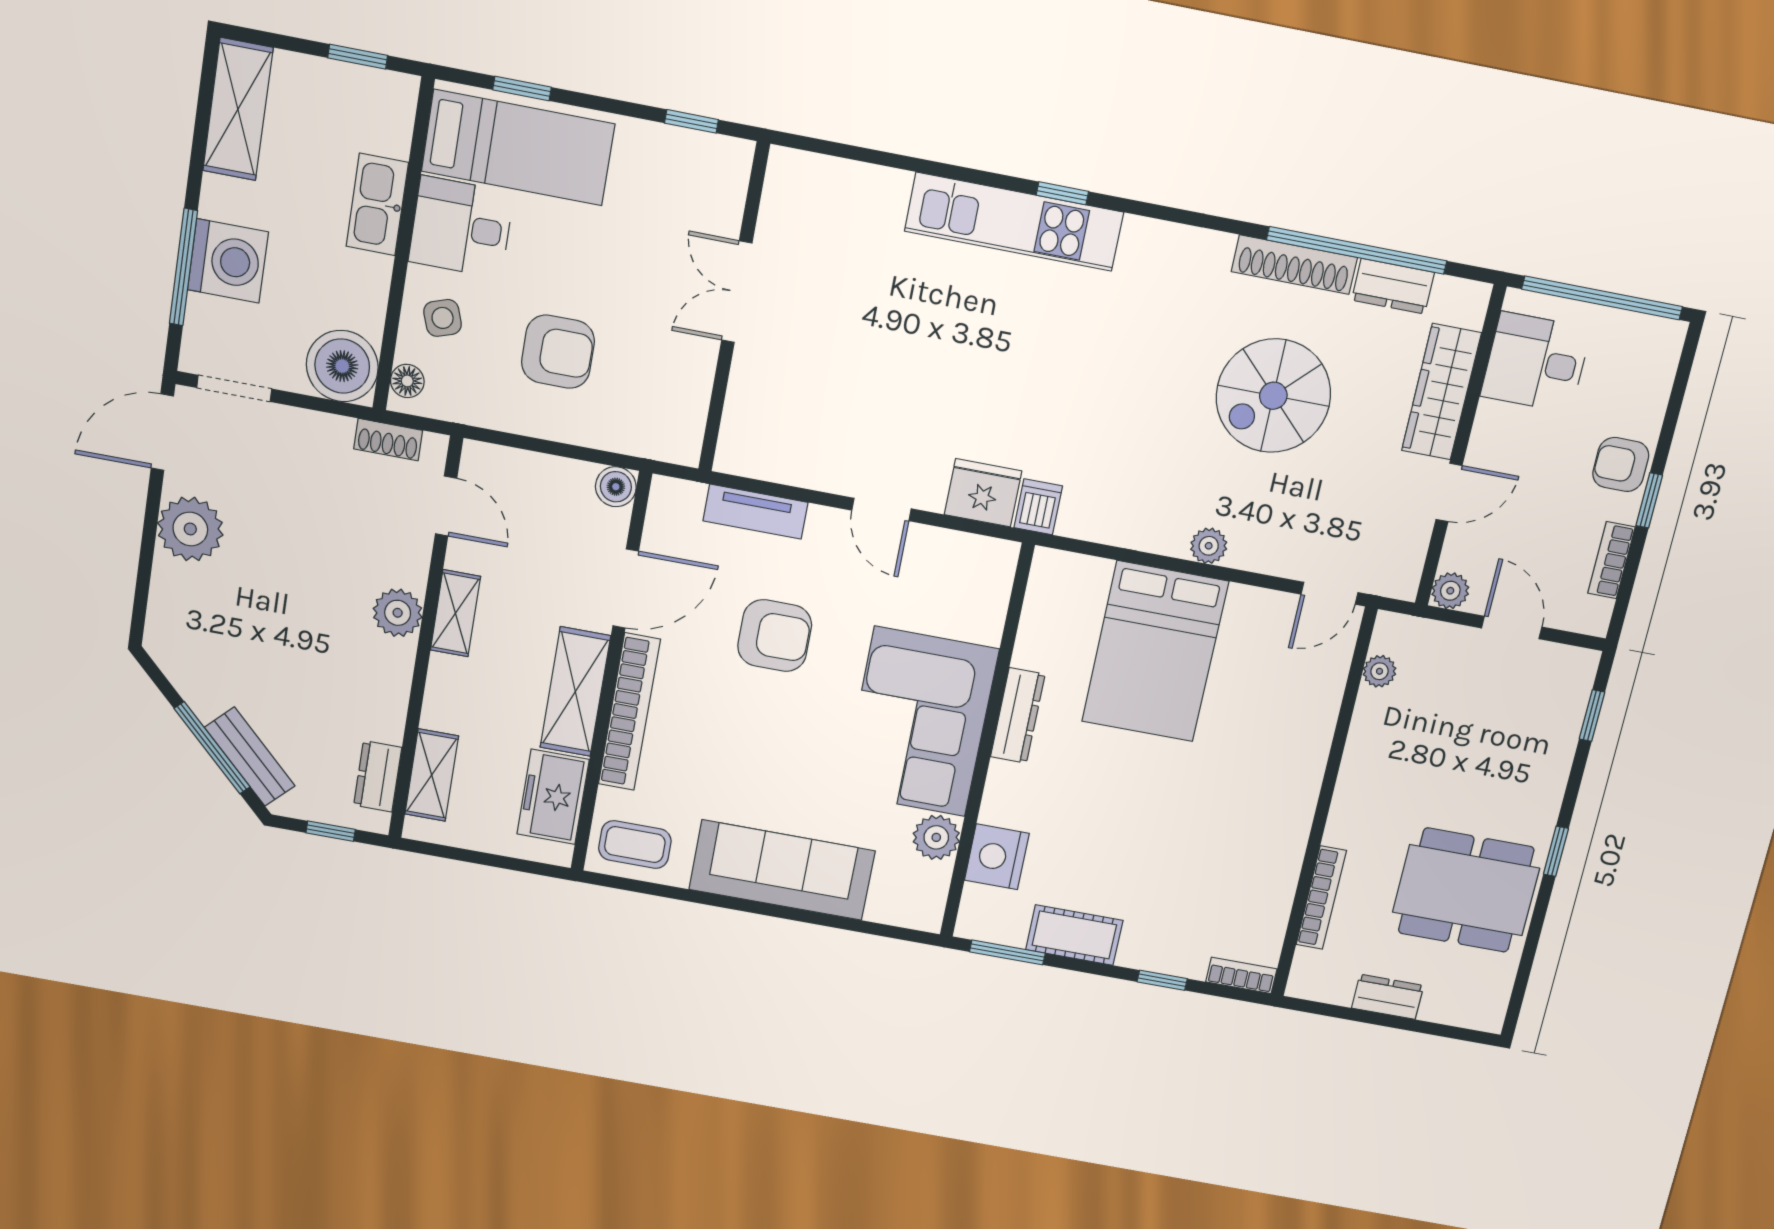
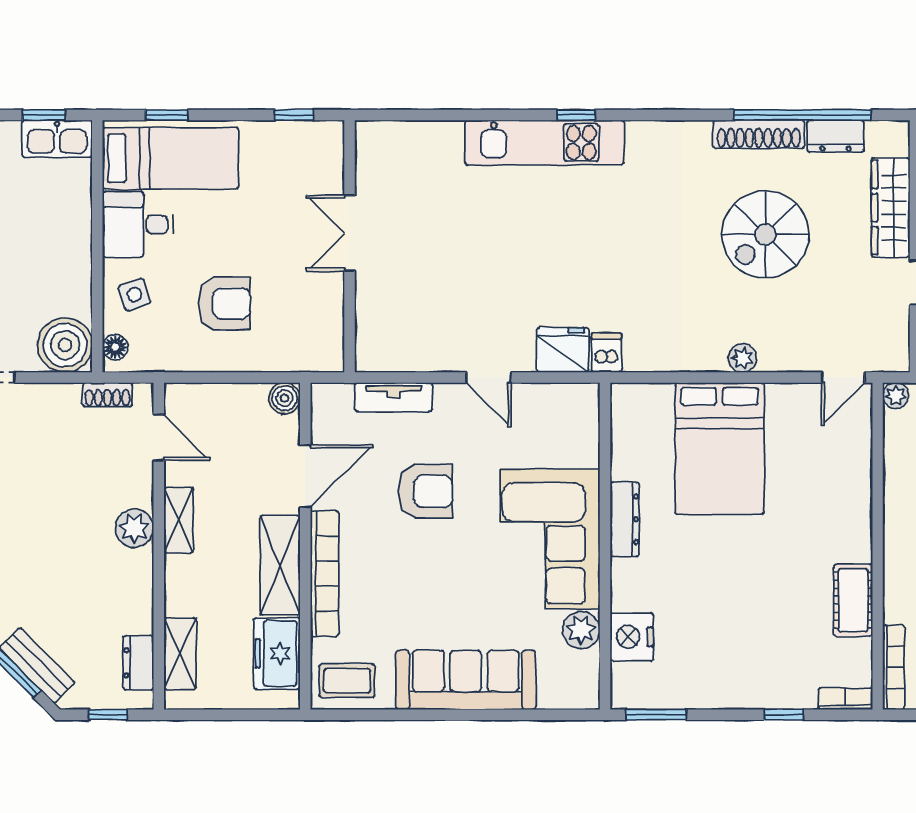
kitchen sink: (377, 204) -> (57, 139), moved, turned -90
plant: (1380, 671) -> (896, 396), moved
bookcase: (1321, 898) -> (894, 667), moved
cot: (1074, 935) -> (853, 600), moved, turned 90

